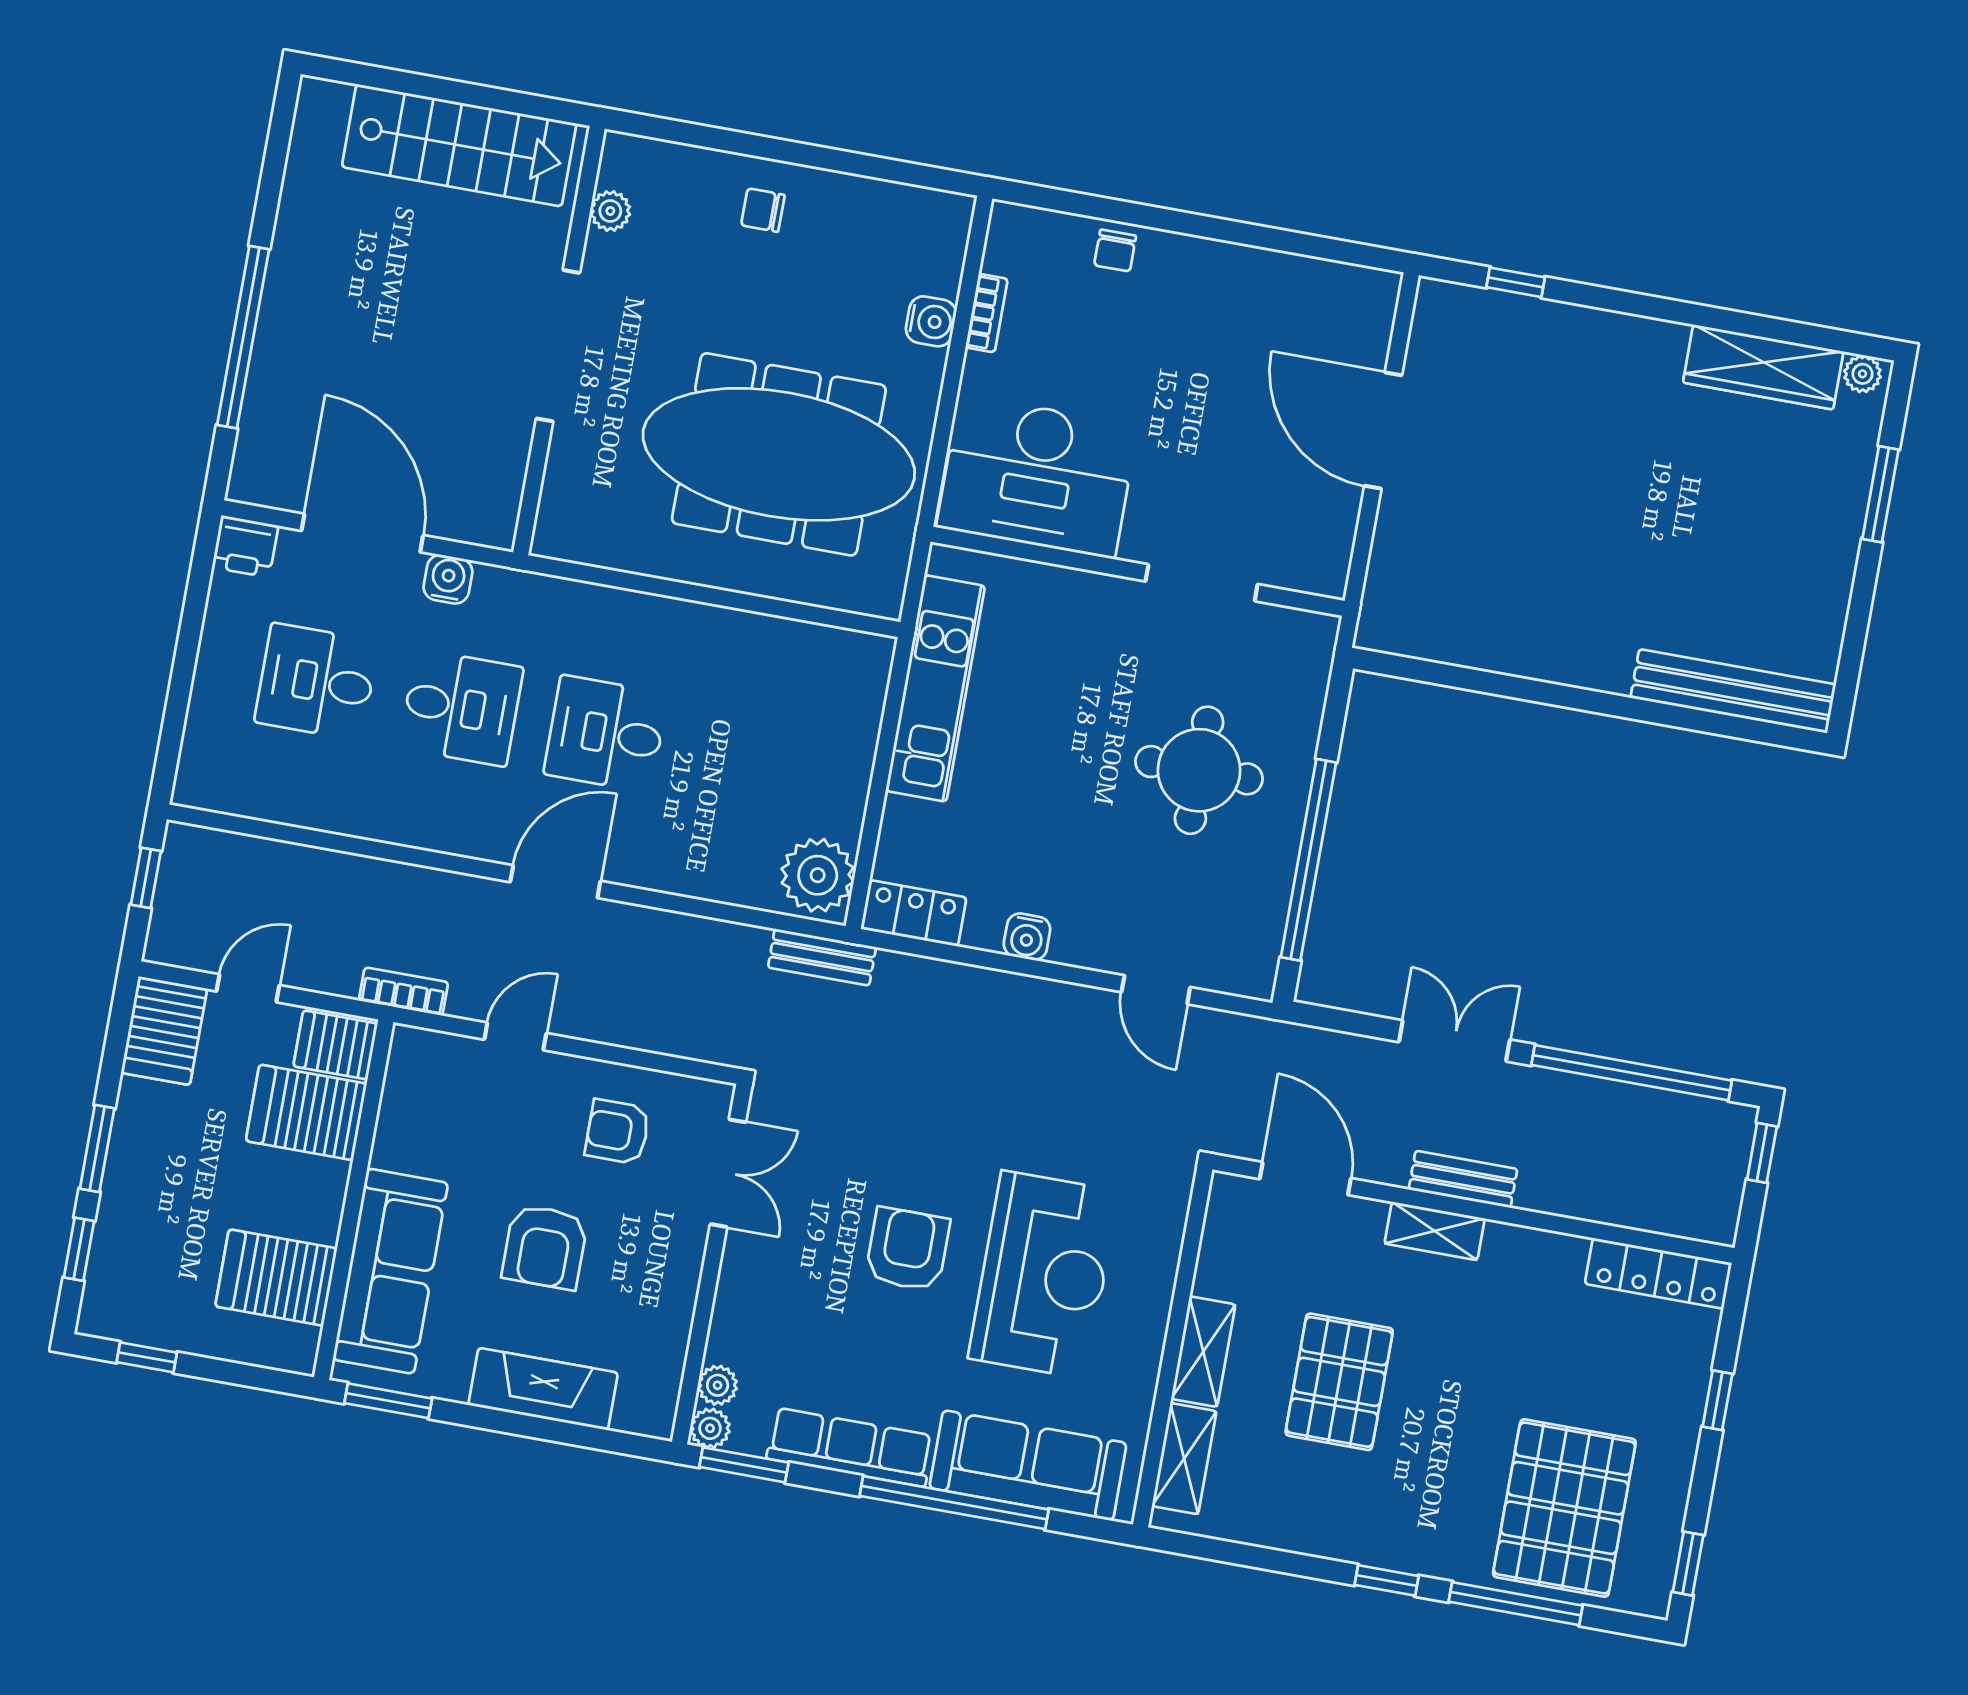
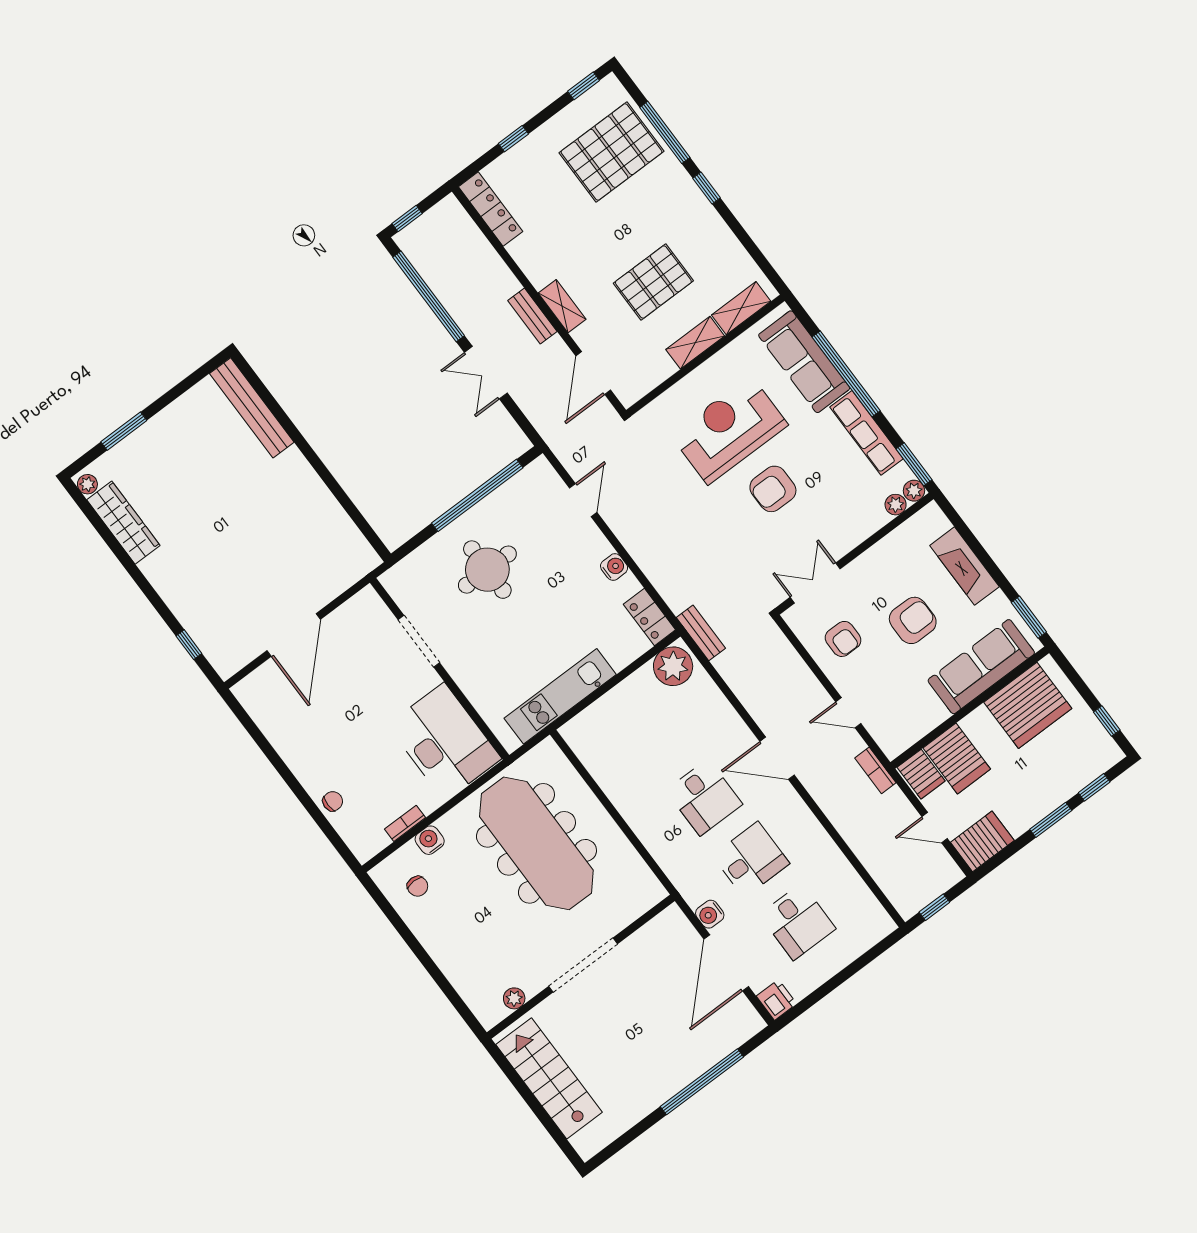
chair: (763, 210) -> (418, 886), moved
desk: (461, 708) -> (751, 860), turned 90
server rack: (276, 1277) -> (1028, 705), width x1.60

